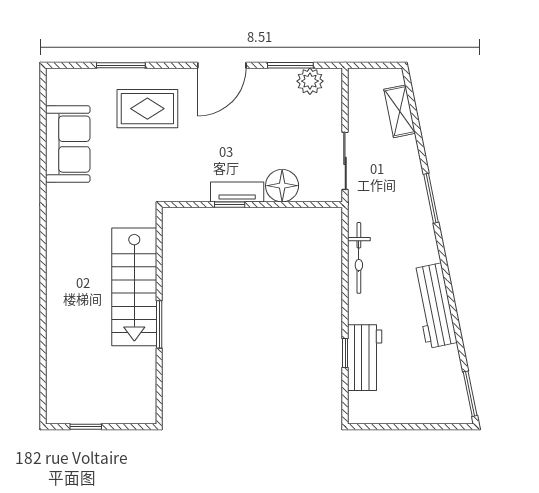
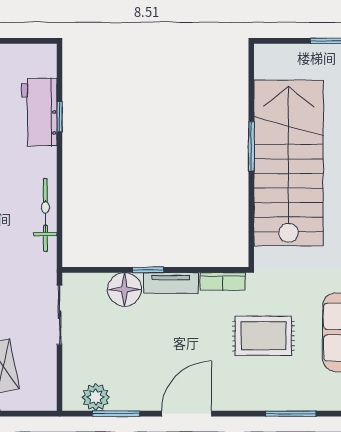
rug: (147, 109) -> (263, 336), moved
bookcase: (187, 193) -> (223, 281), added
window: (230, 205) -> (148, 270), moved
stairs: (134, 287) -> (289, 163), width x1.36, depth x1.51

